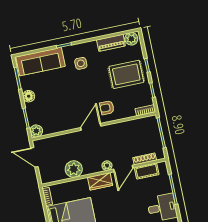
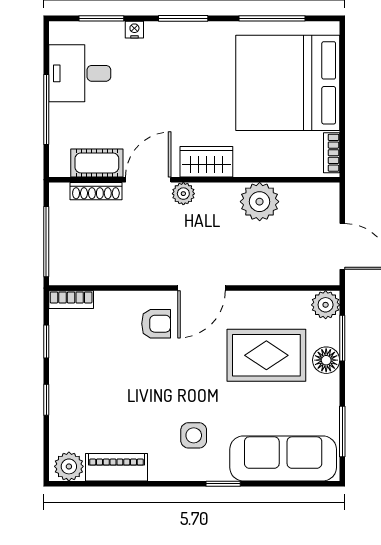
rug: (126, 74) -> (266, 355), moved
floor lamp: (29, 96) -> (326, 360), moved

